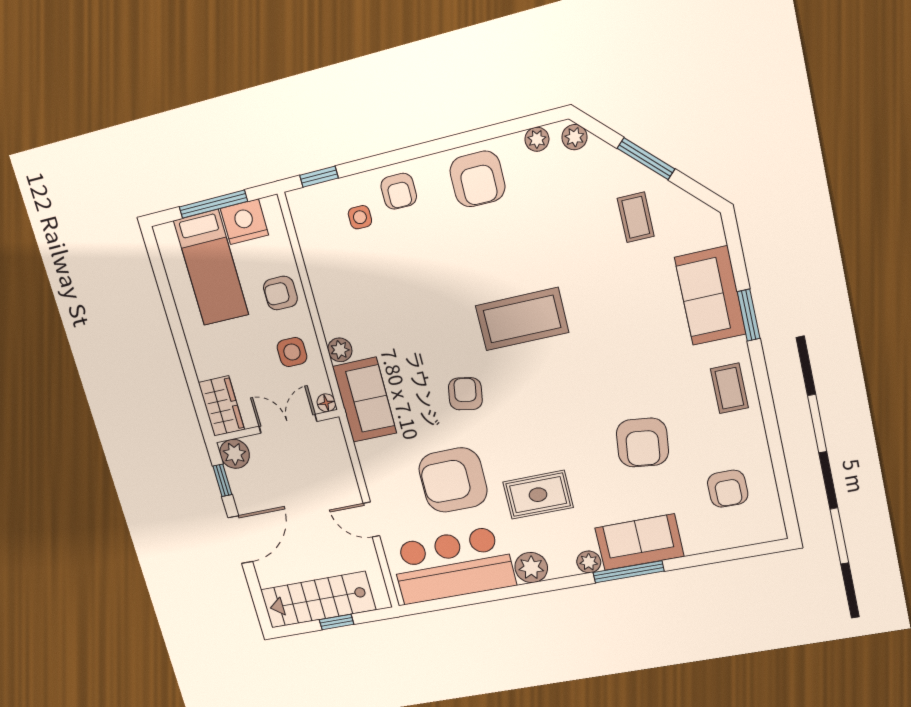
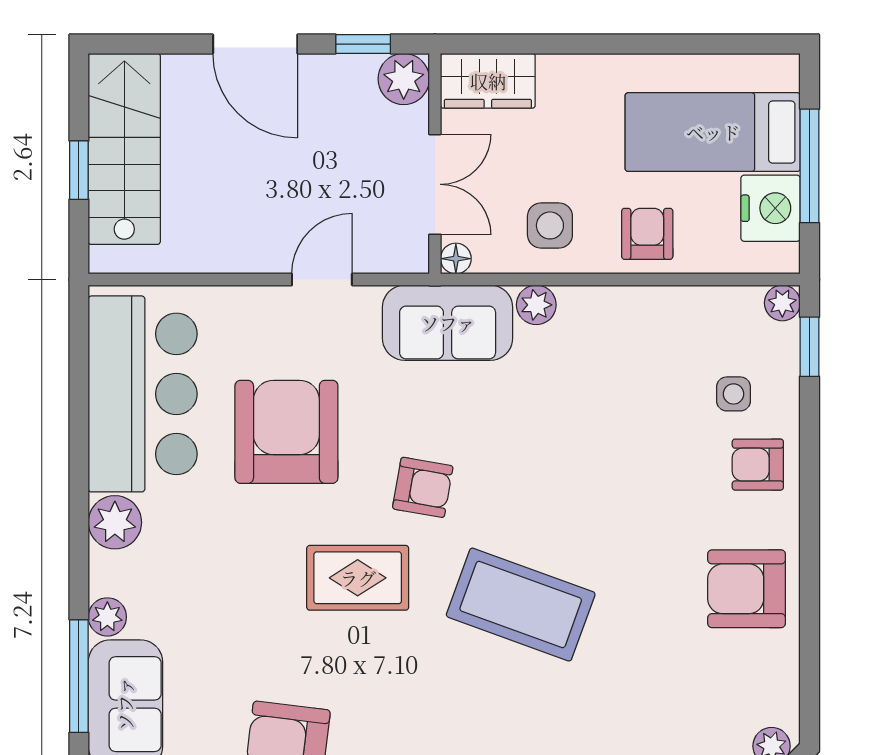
plant: (537, 139) -> (782, 303), moved
coffee table: (522, 319) -> (521, 605), turned -70
rug: (538, 495) -> (358, 578), moved, turned 90
door: (371, 520) -> (322, 279), moved

